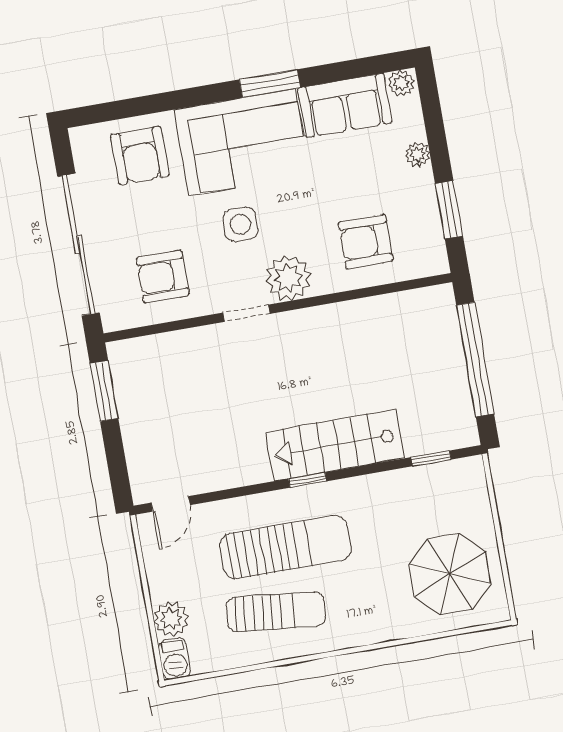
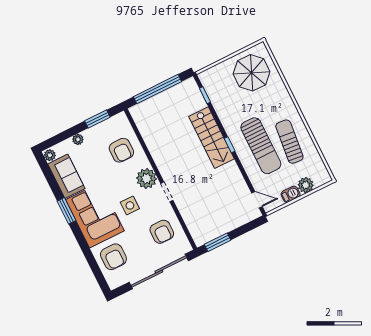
armchair: (140, 156) -> (113, 257), turned 90
sun lounger: (285, 547) -> (261, 146), turned 180
barbecue: (174, 659) -> (291, 194), moved

